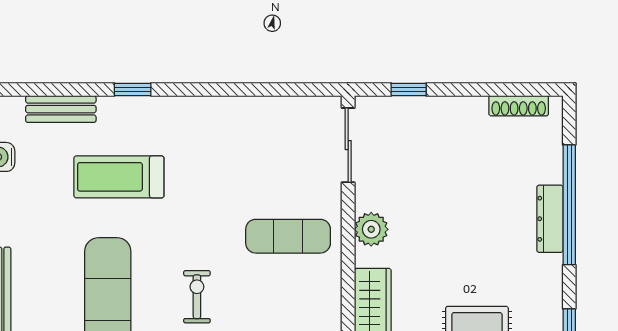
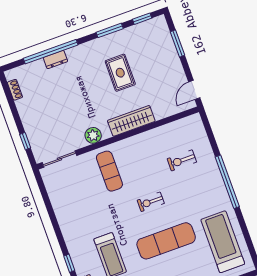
shoe rack: (519, 106) -> (15, 90), width x0.70
dresser: (550, 219) -> (55, 60), width x0.70

